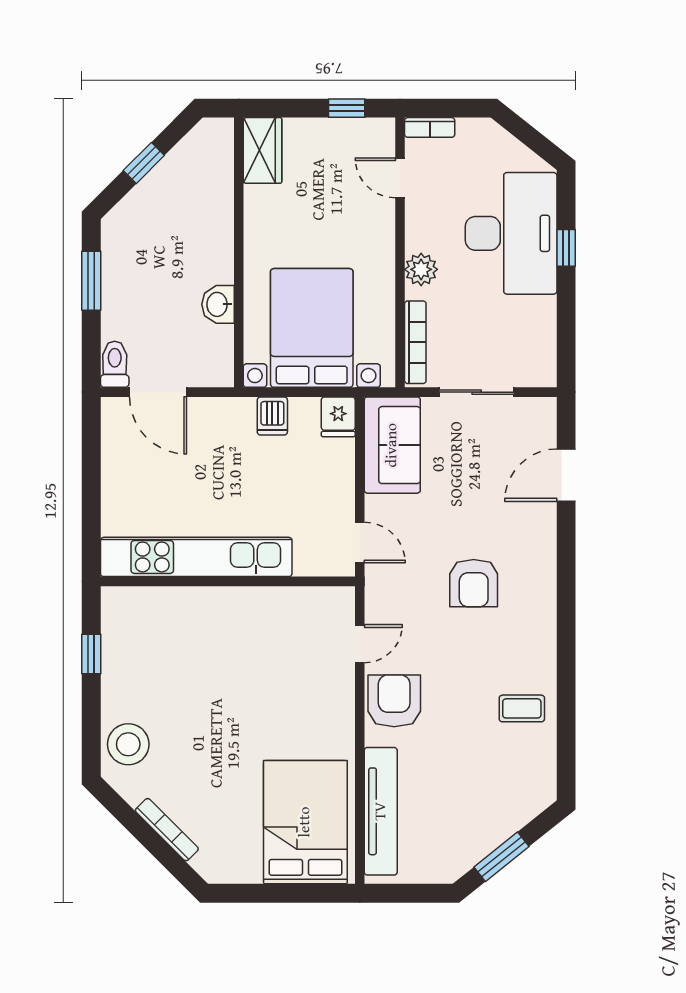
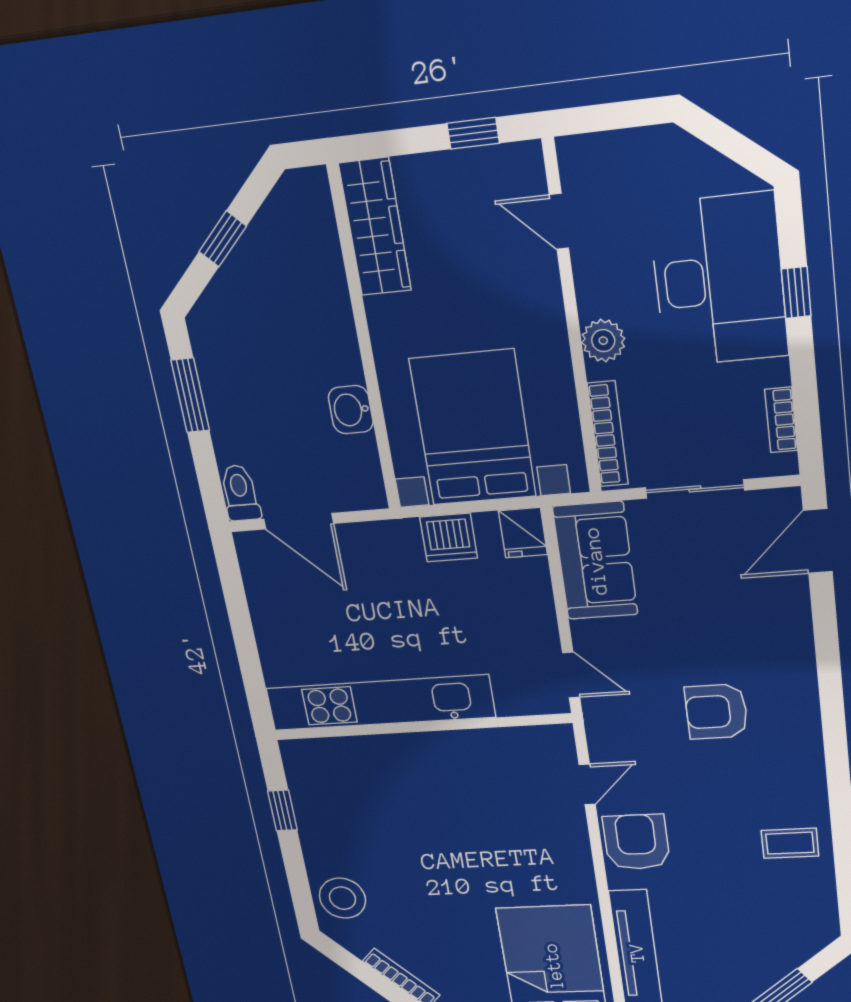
bookcase: (430, 127) -> (781, 420), moved, turned 90
wardrobe: (262, 150) -> (375, 227), width x1.50
dishwasher: (272, 416) -> (449, 538), width x1.38
door: (566, 475) -> (818, 541), moved
armchair: (474, 583) -> (716, 712), turned 90

